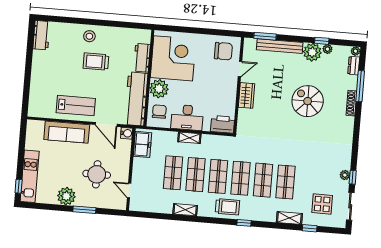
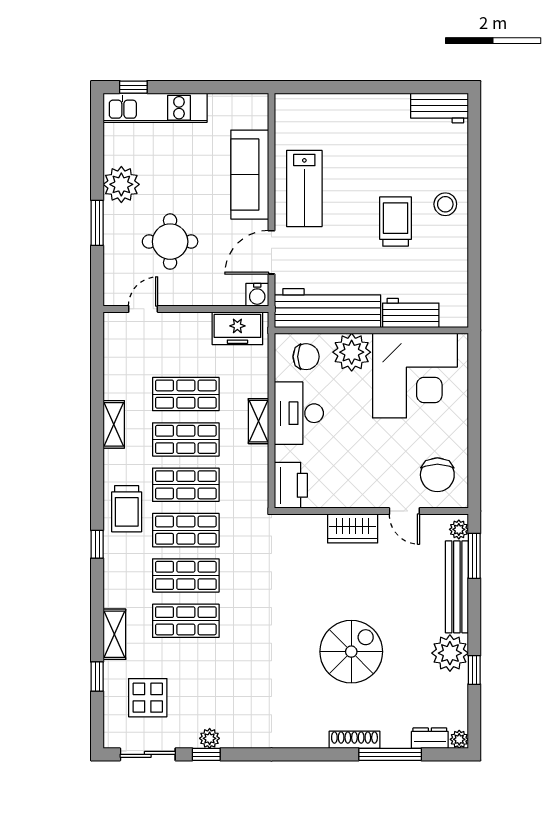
plant: (327, 49) -> (459, 529), moved

